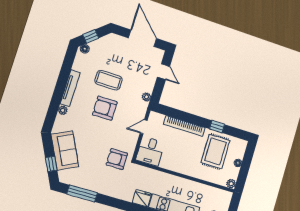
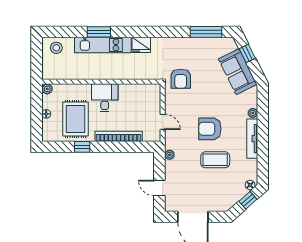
armchair: (105, 108) -> (210, 129), turned 180
door: (144, 127) -> (163, 122), hinge flipped
desk: (150, 151) -> (105, 98), moved
armchair: (117, 159) -> (181, 79), turned 90

